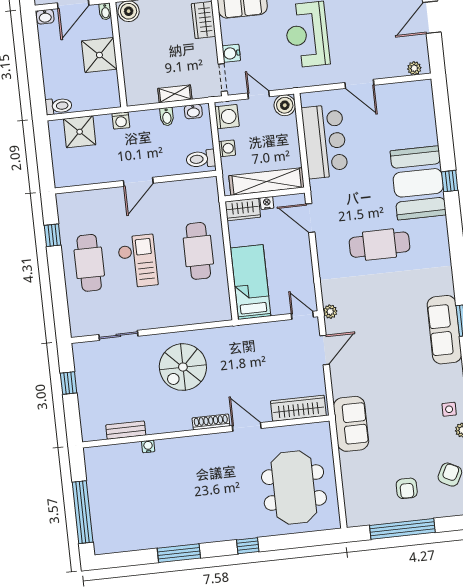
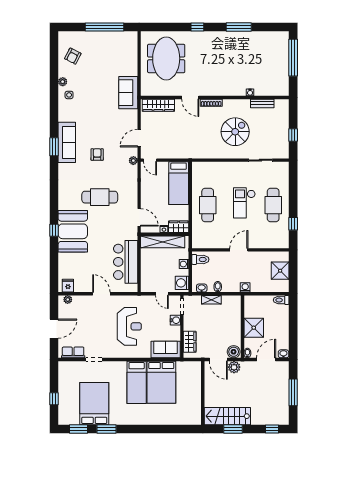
fridge: (416, 91) -> (68, 286), added
boiler: (285, 105) -> (147, 286), removed
shower: (80, 132) -> (280, 271), moved
spiral stairs: (183, 367) -> (235, 132), moved
armchair: (407, 488) -> (97, 155), moved

